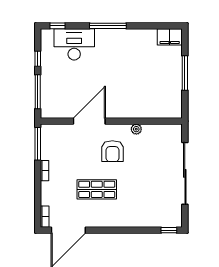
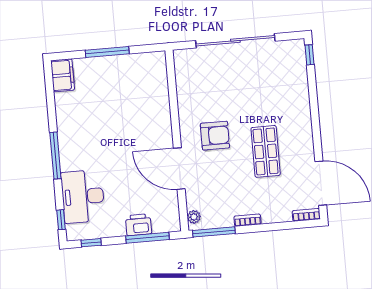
window: (38, 59) -> (91, 243), moved
printer: (48, 86) -> (138, 225), added
plant: (136, 129) -> (194, 217), moved

